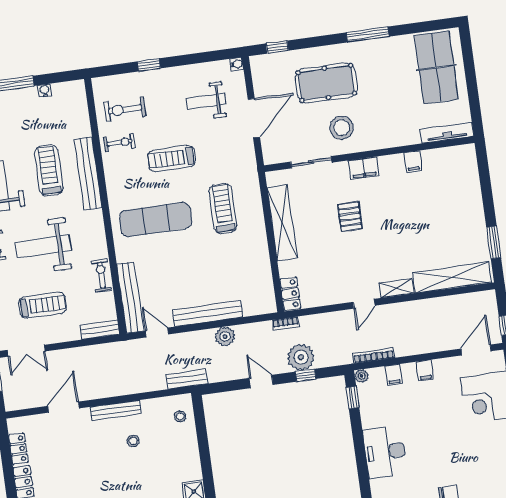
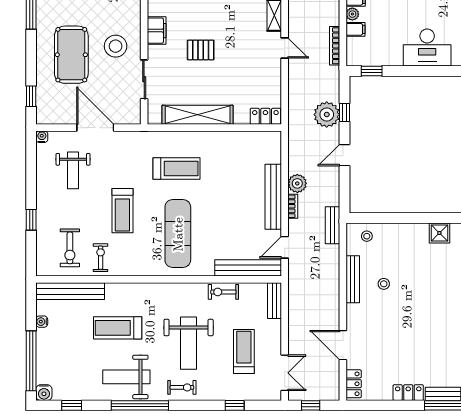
bench: (88, 173) -> (70, 291), moved
treadmill: (223, 209) -> (176, 169), turned 180
bookcase: (286, 323) -> (293, 206), moved
plant: (361, 376) -> (352, 14), moved
bench: (116, 410) -> (353, 279), moved
locker: (18, 449) -> (354, 384), moved, turned 90

